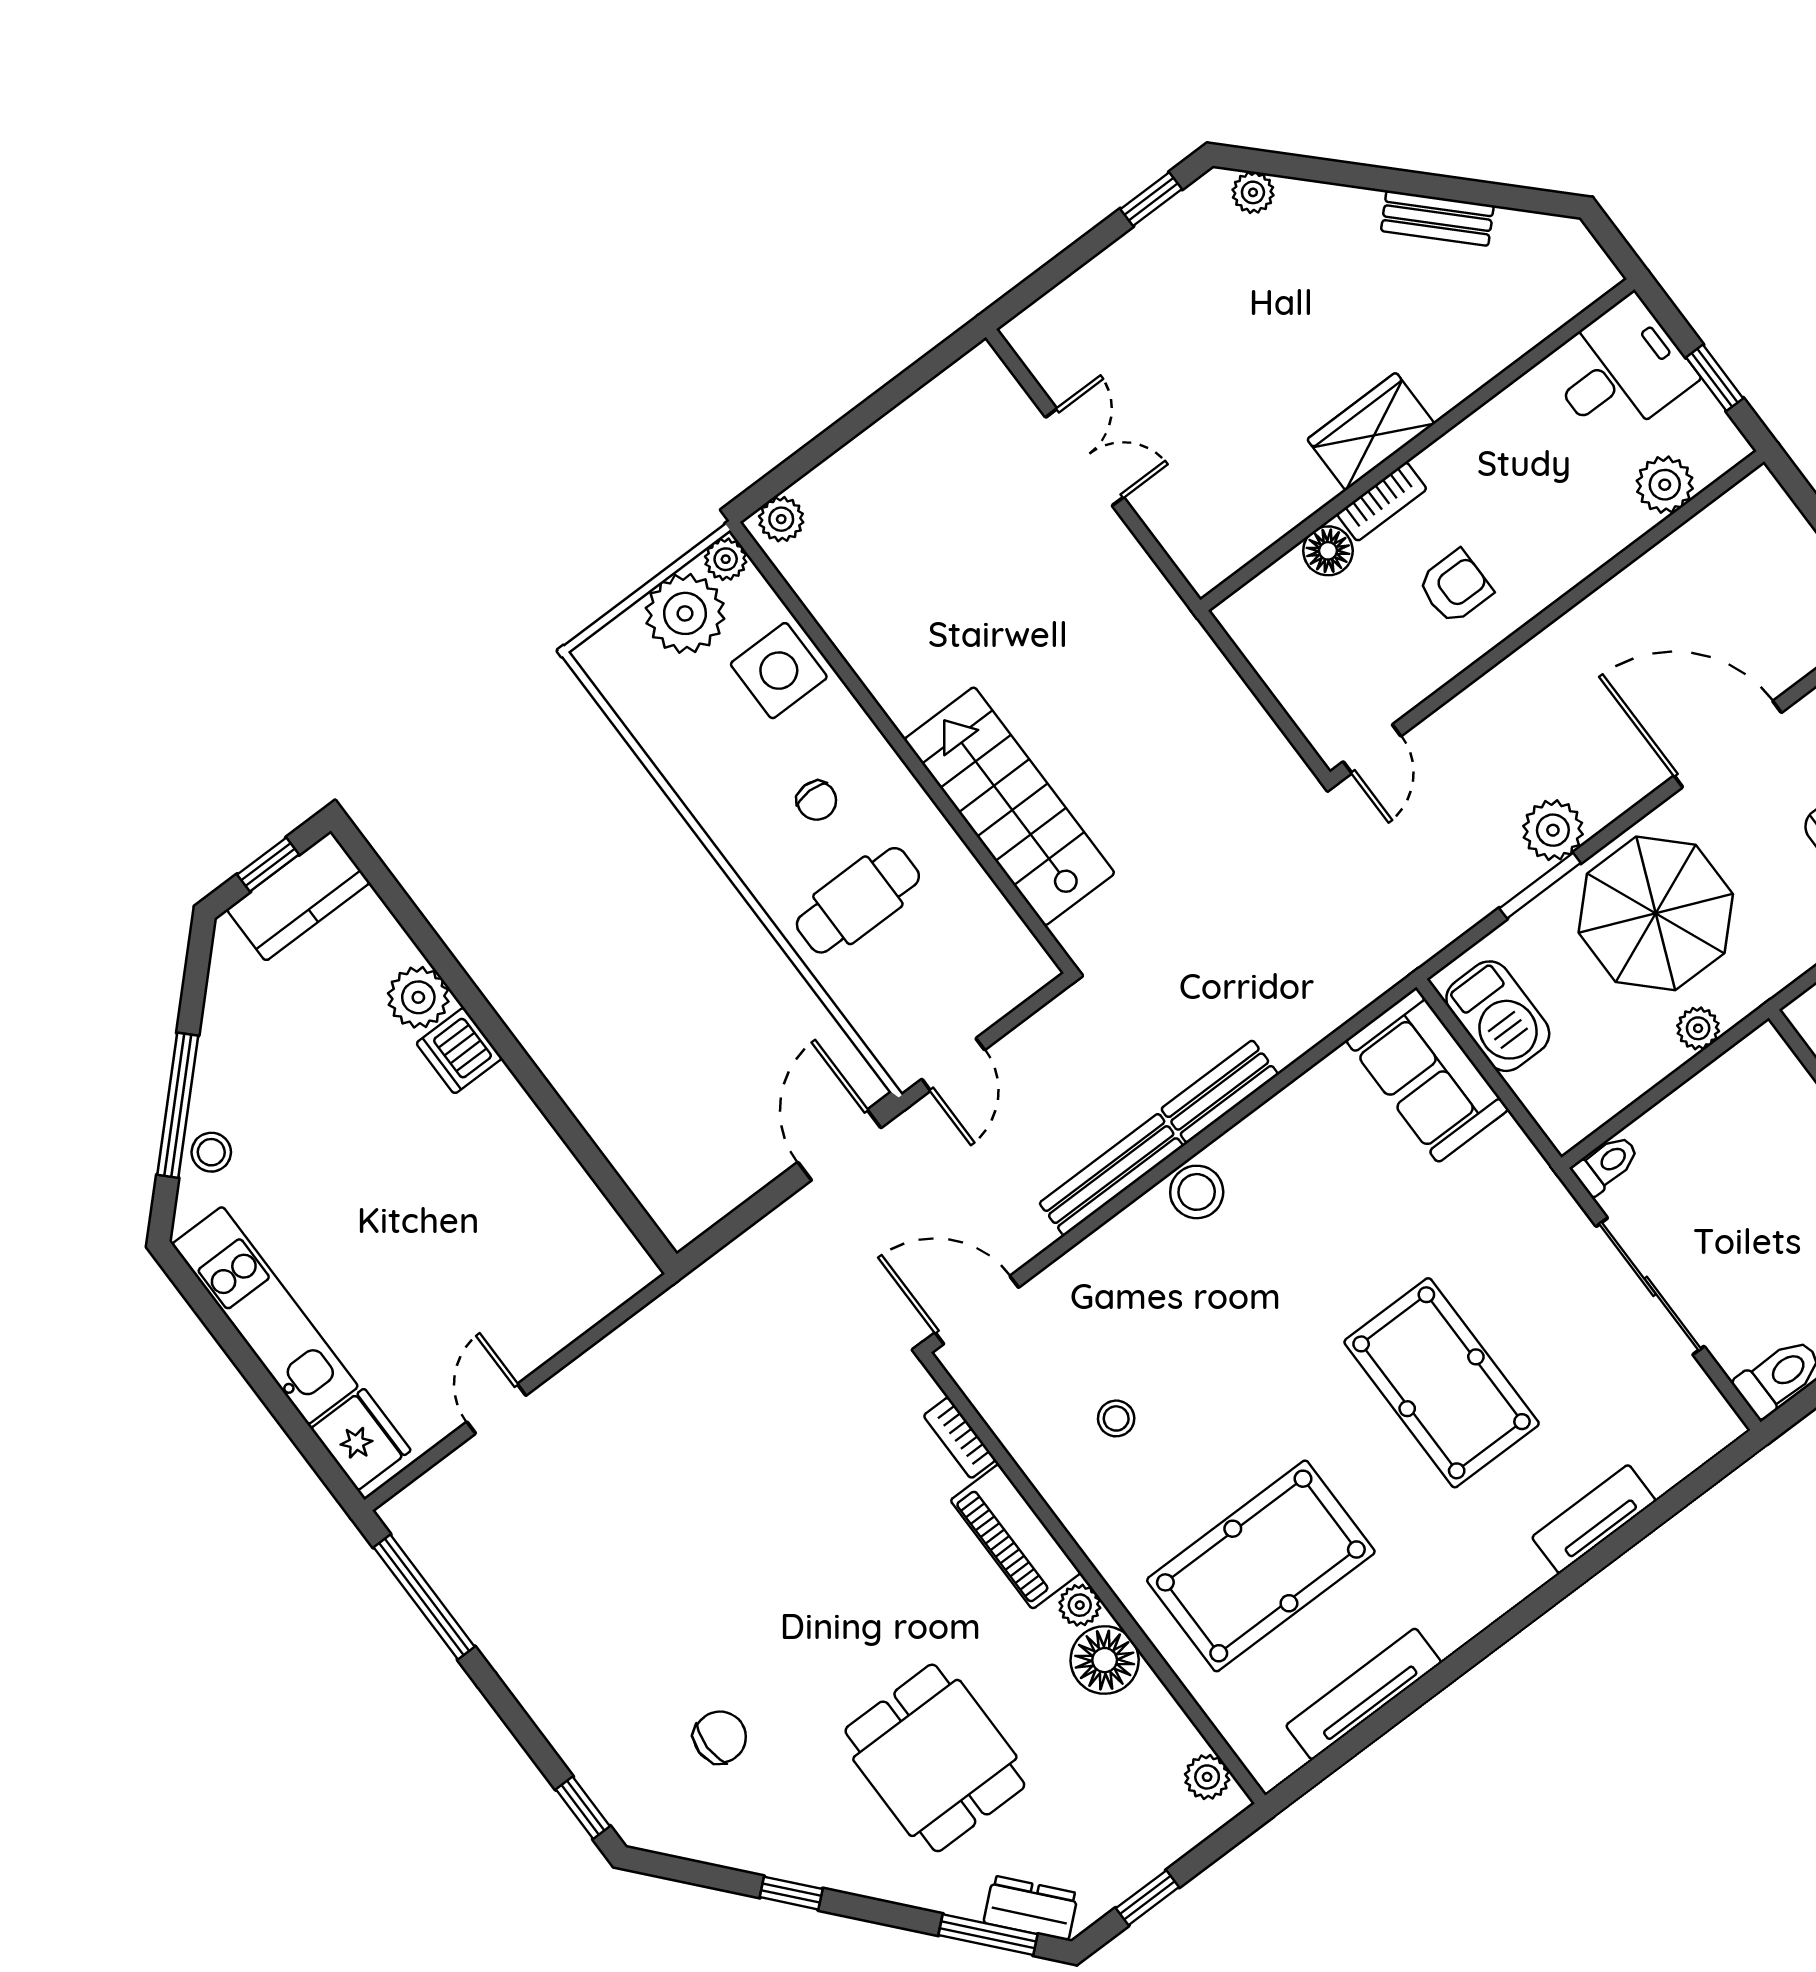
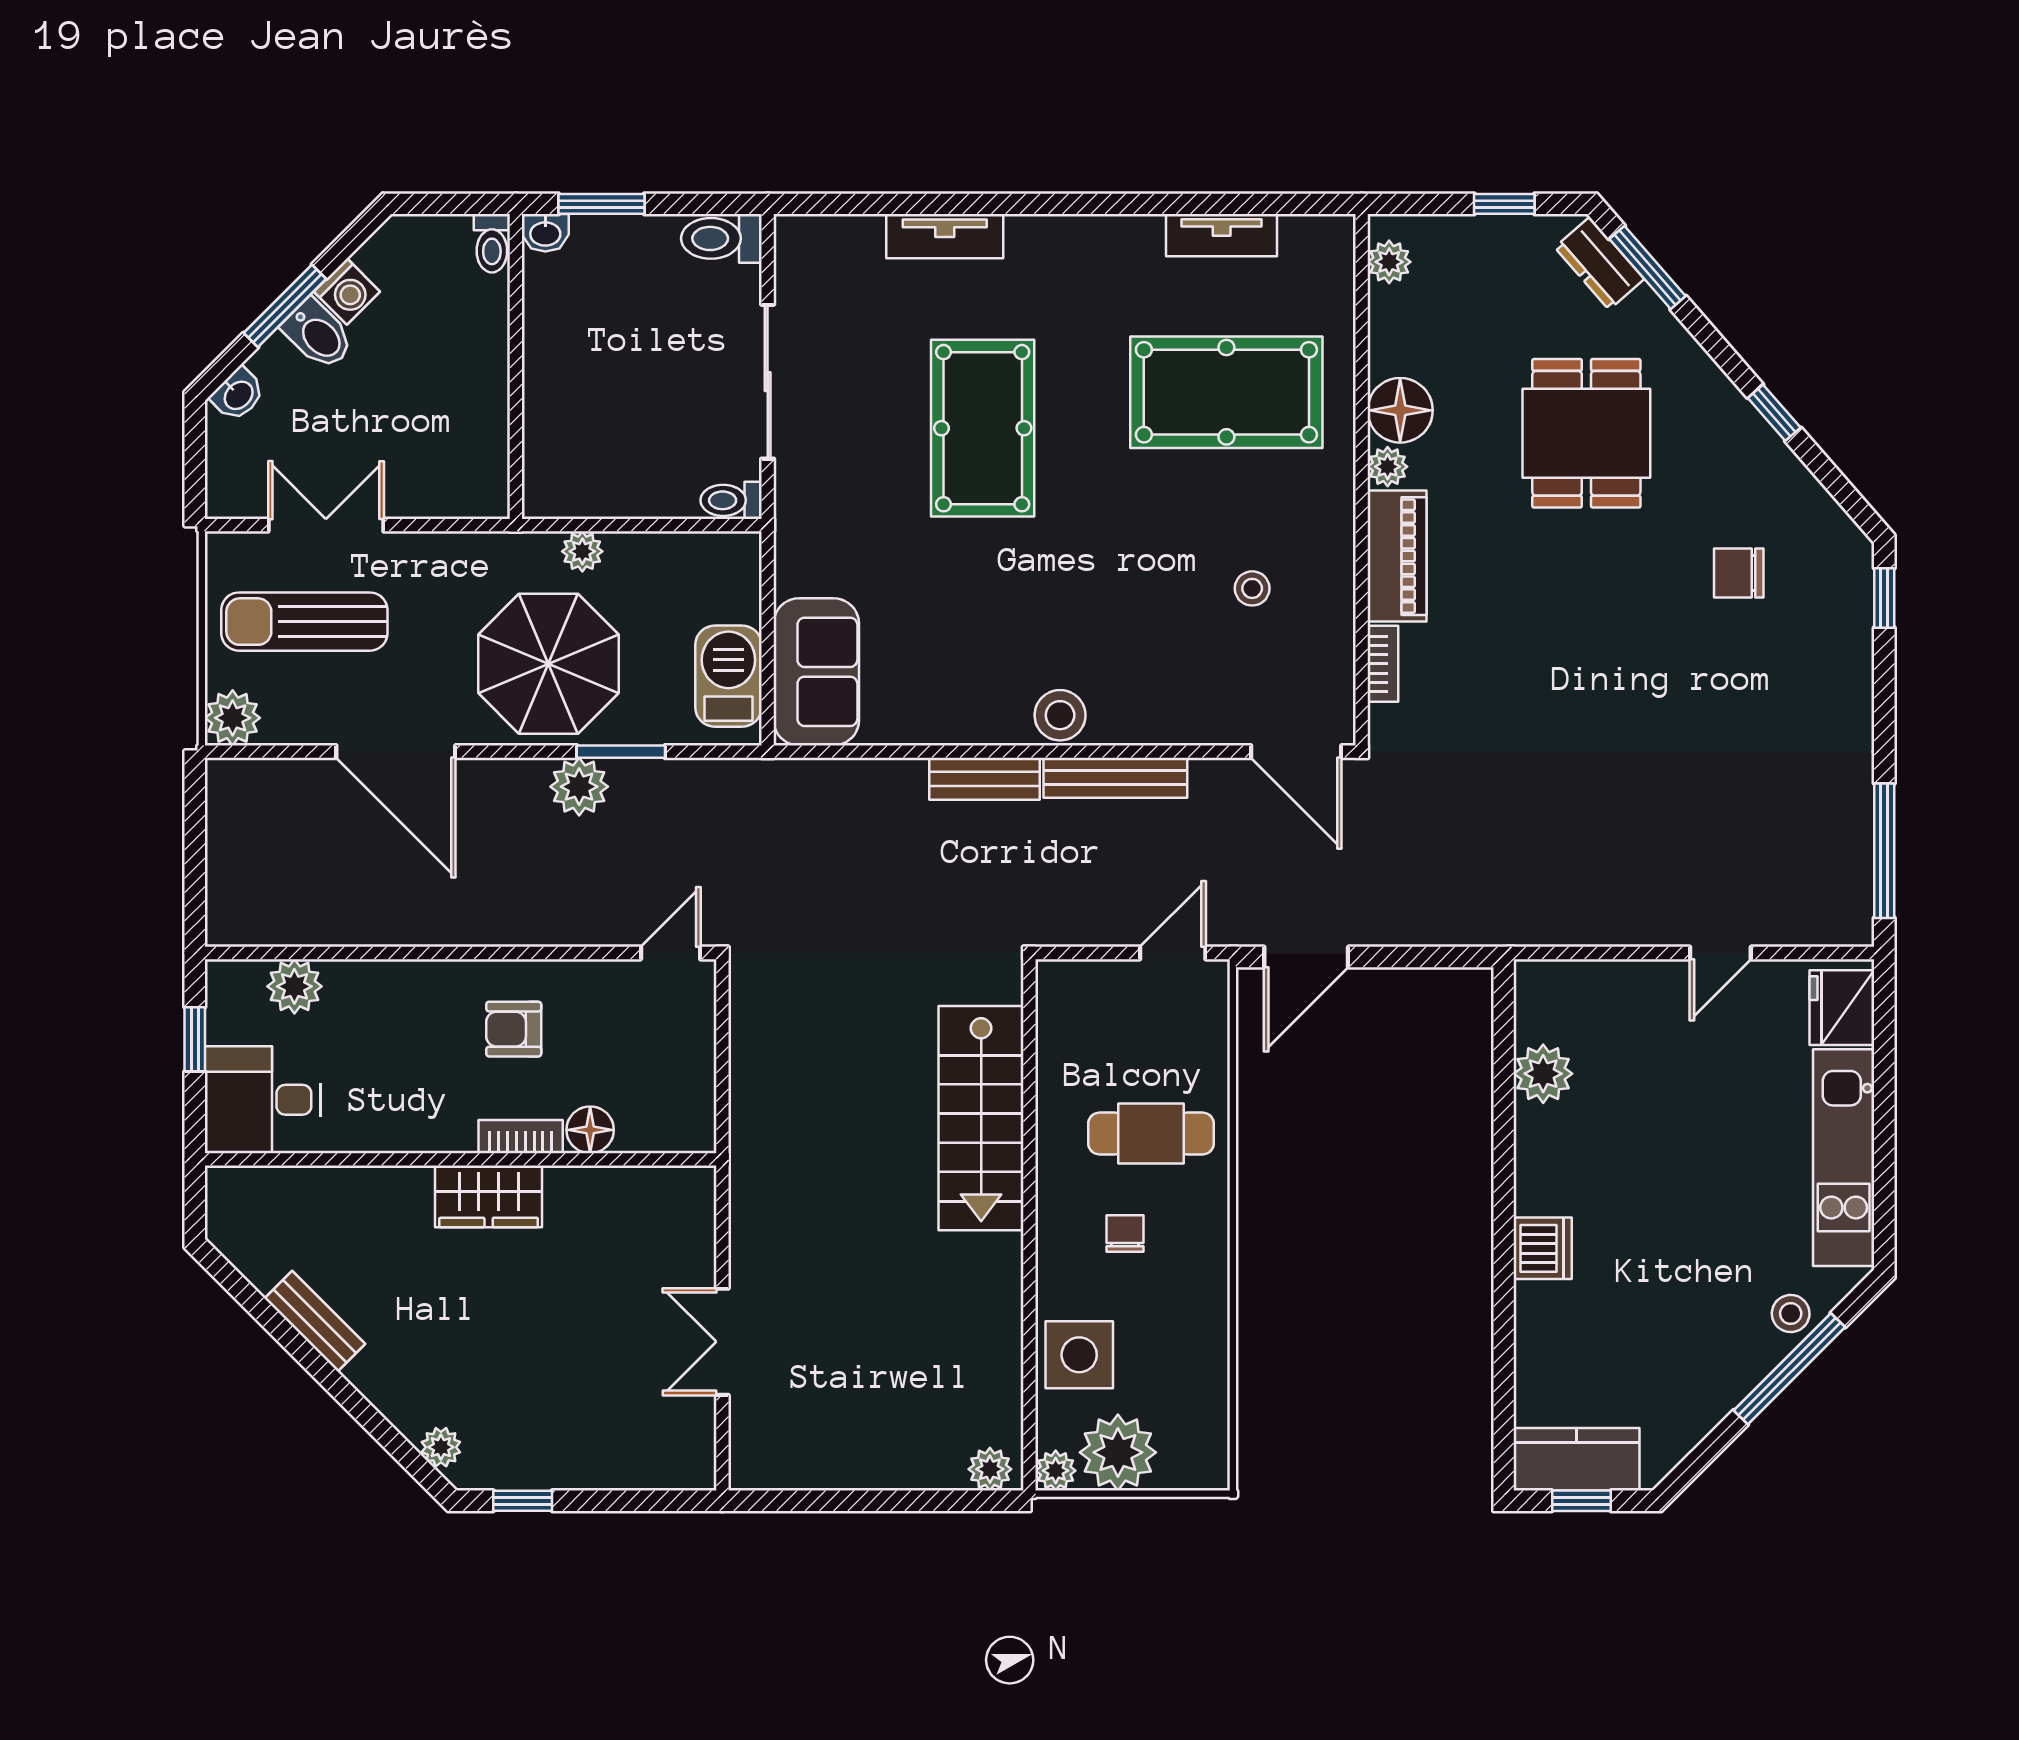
plant: (418, 997) -> (1543, 1074), moved
tv unit: (1364, 1694) -> (1222, 235), width x0.71

